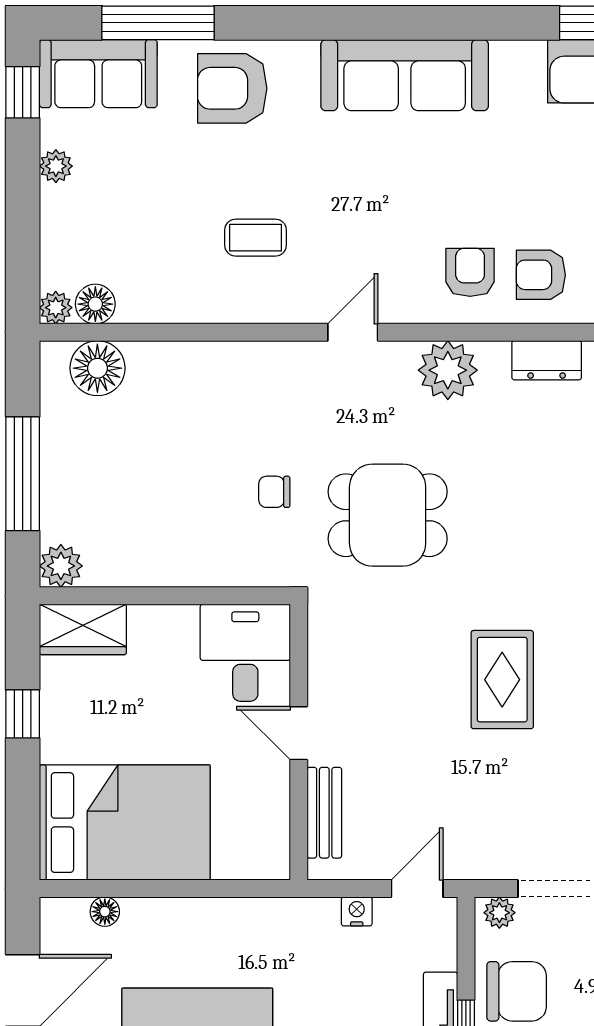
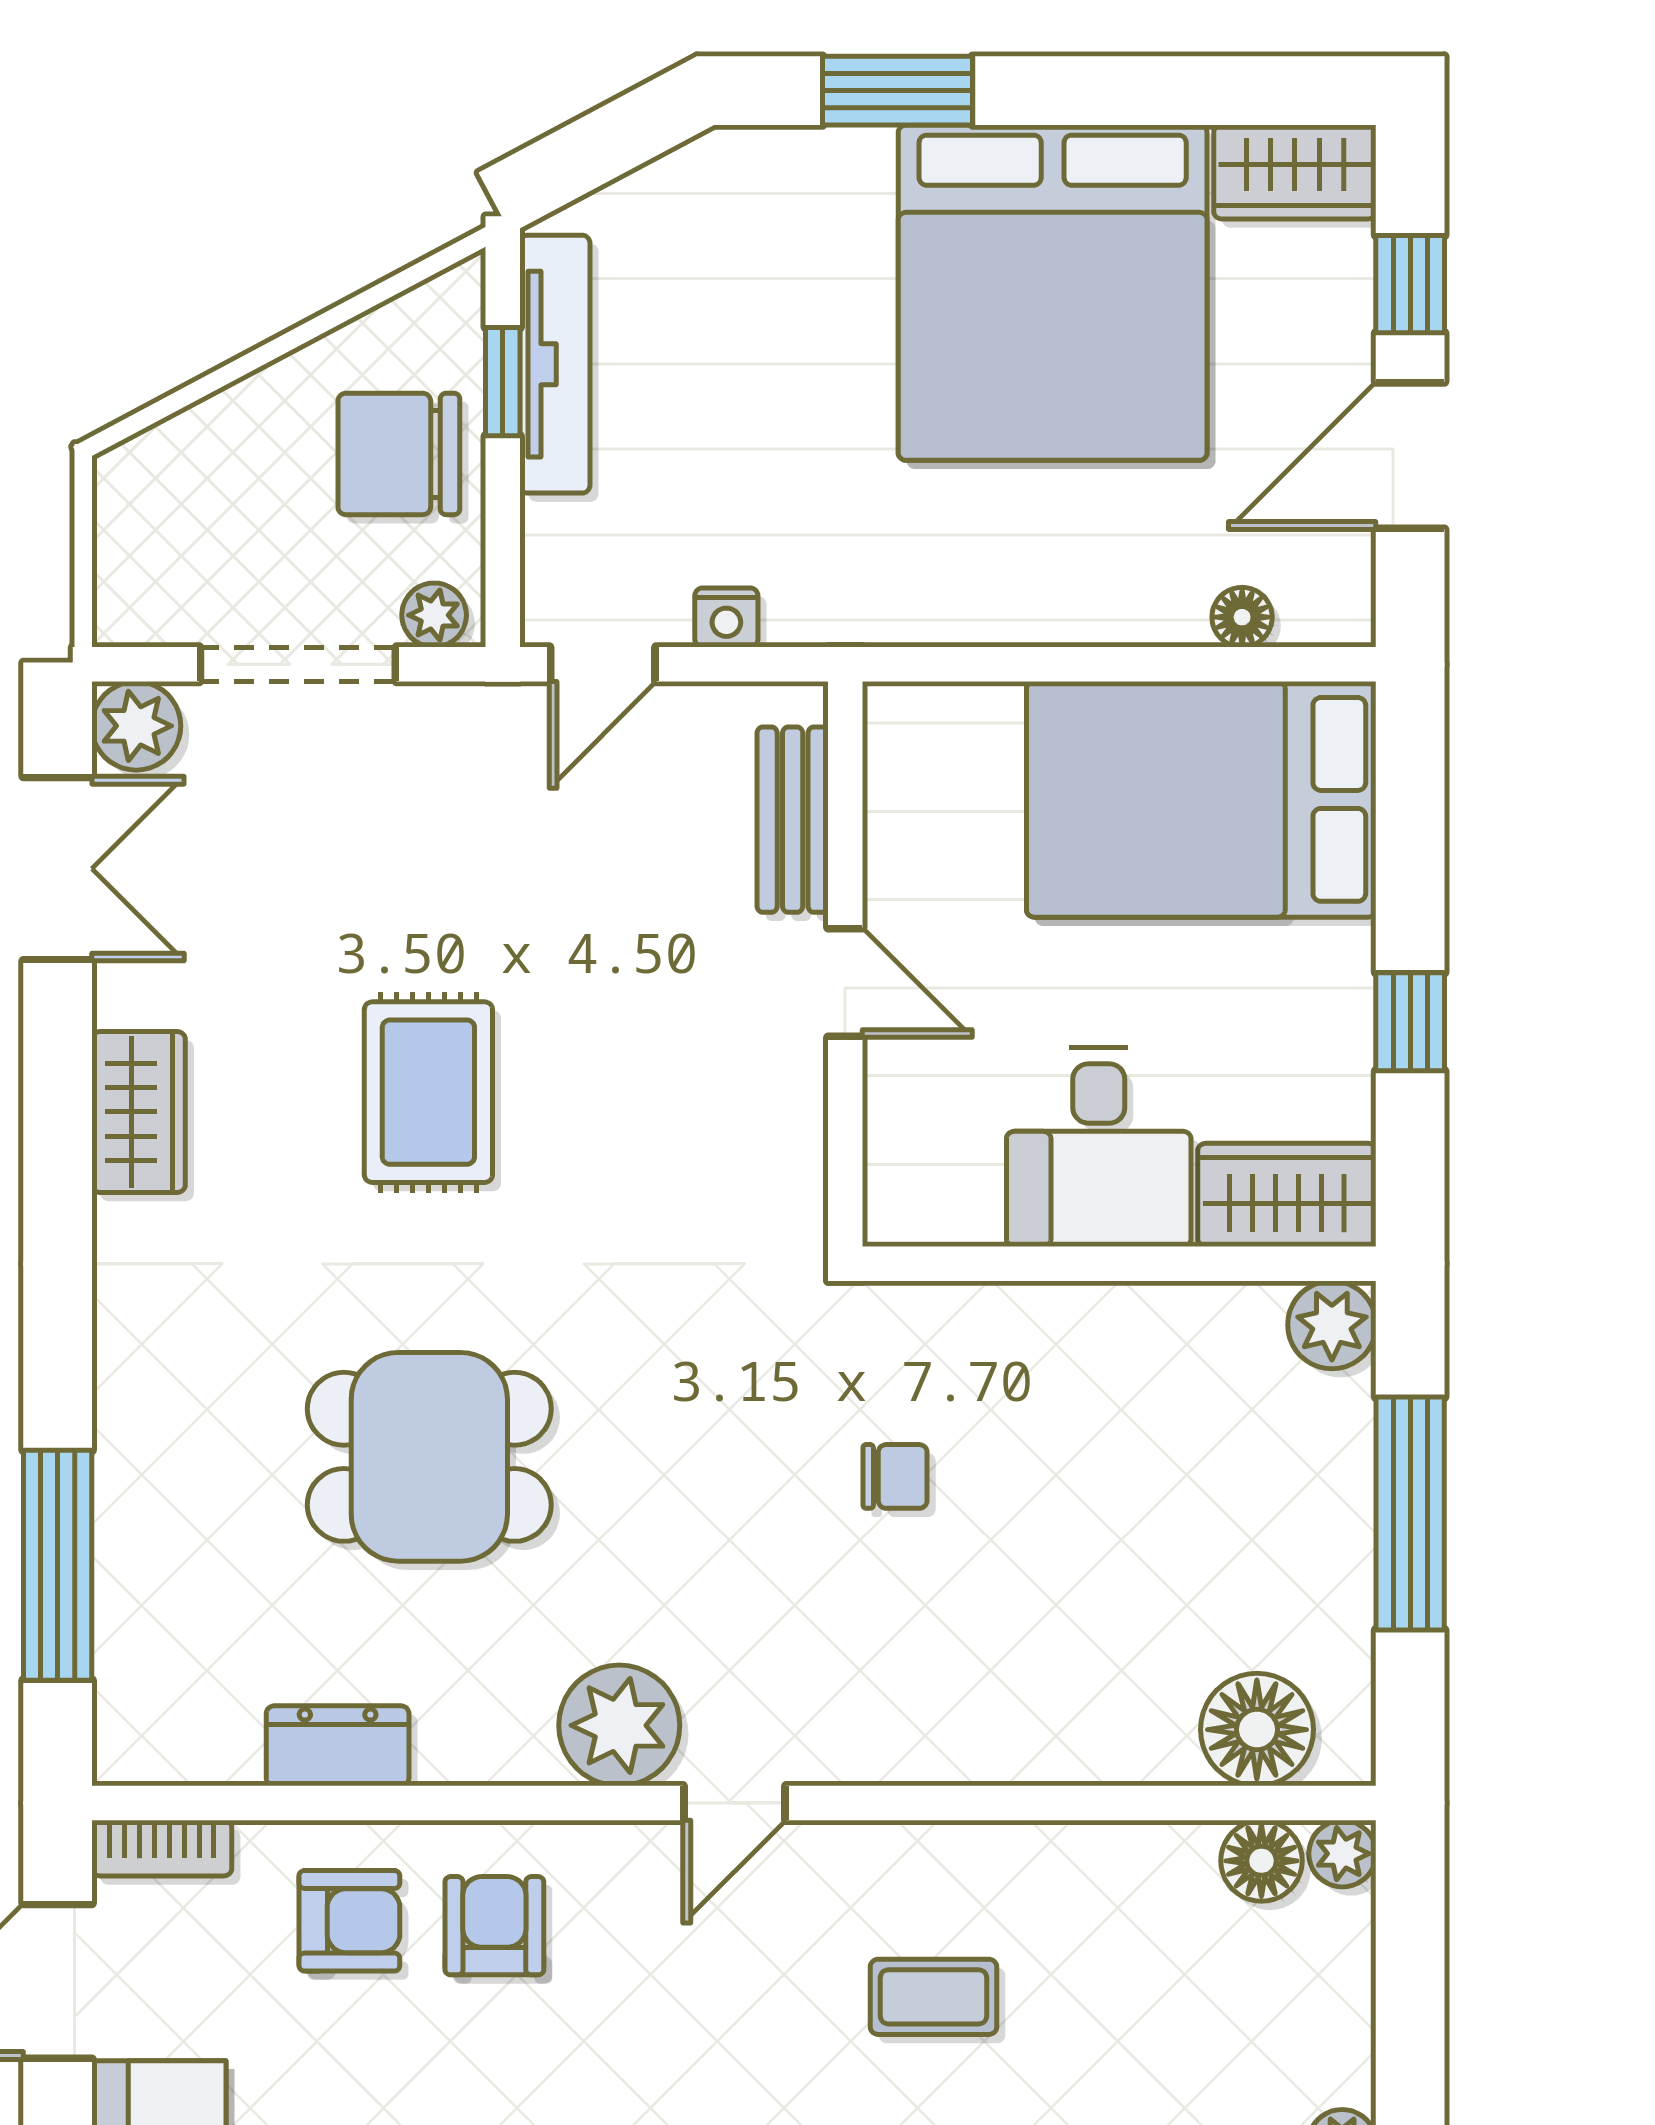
armchair: (470, 272) -> (494, 1926), turned 180
plant: (448, 370) -> (619, 1725), moved
dining table: (388, 515) -> (429, 1457), moved
desk: (245, 653) -> (1099, 1147), moved

